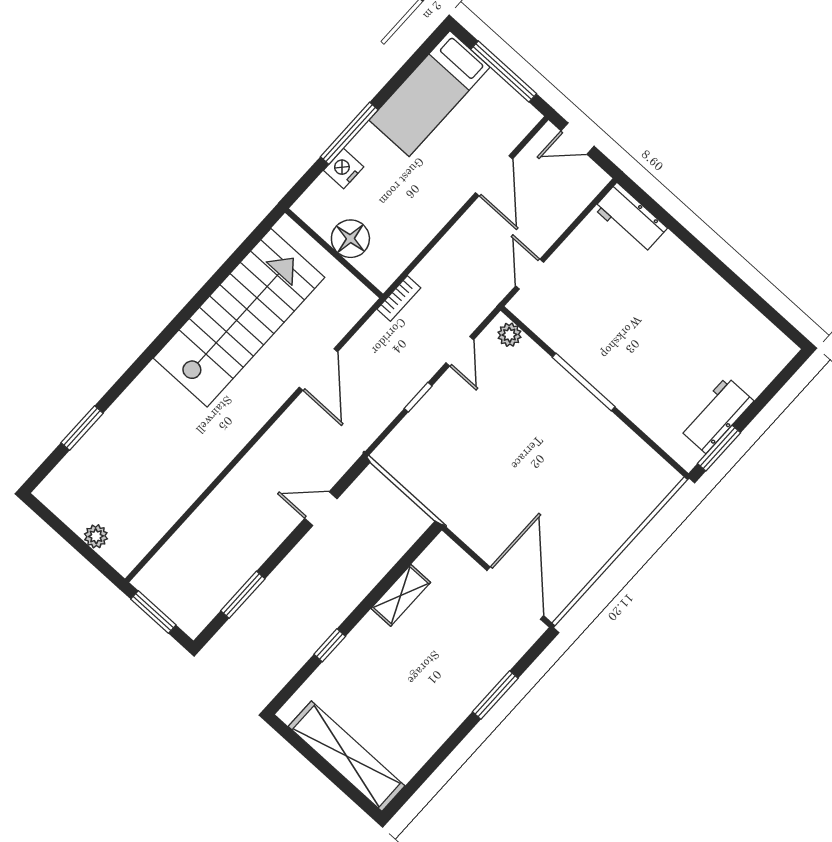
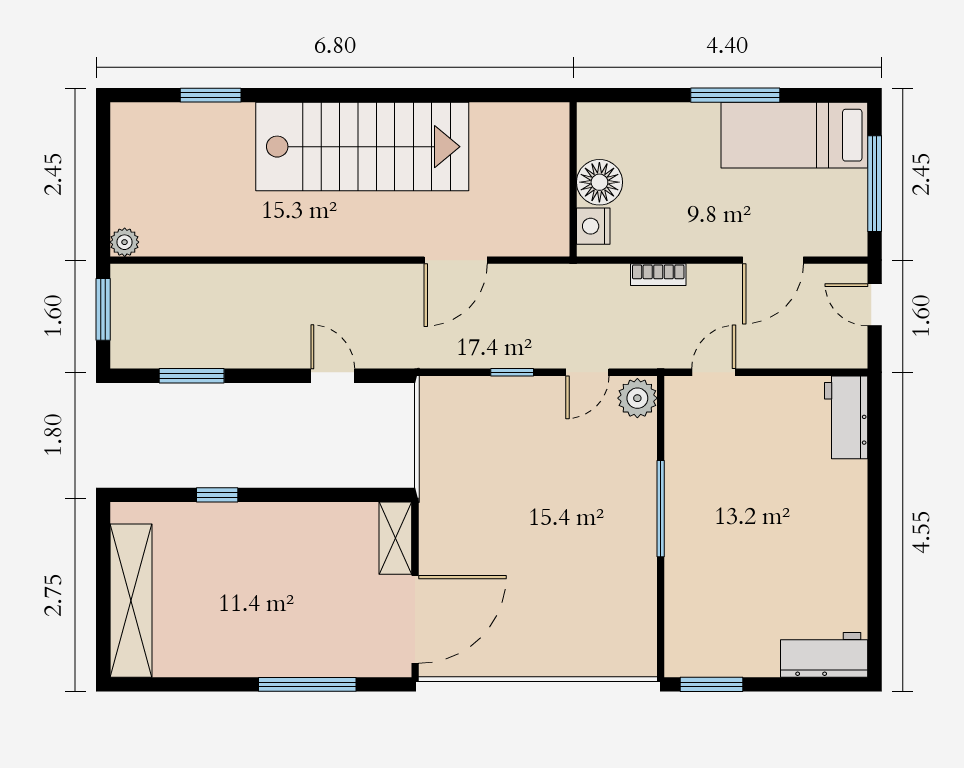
window: (349, 133) -> (735, 95), moved
nightstand: (344, 169) -> (593, 226), moved, turned -90
bookcase: (399, 298) -> (658, 275), moved
stairs: (239, 318) -> (362, 147), moved
plant: (509, 335) -> (637, 398), width x1.38, depth x1.38
workbench: (716, 415) -> (824, 655), moved
plant: (96, 536) -> (125, 242), moved
shelving: (401, 595) -> (395, 538), moved, turned 90
window: (495, 695) -> (307, 684), width x1.44

